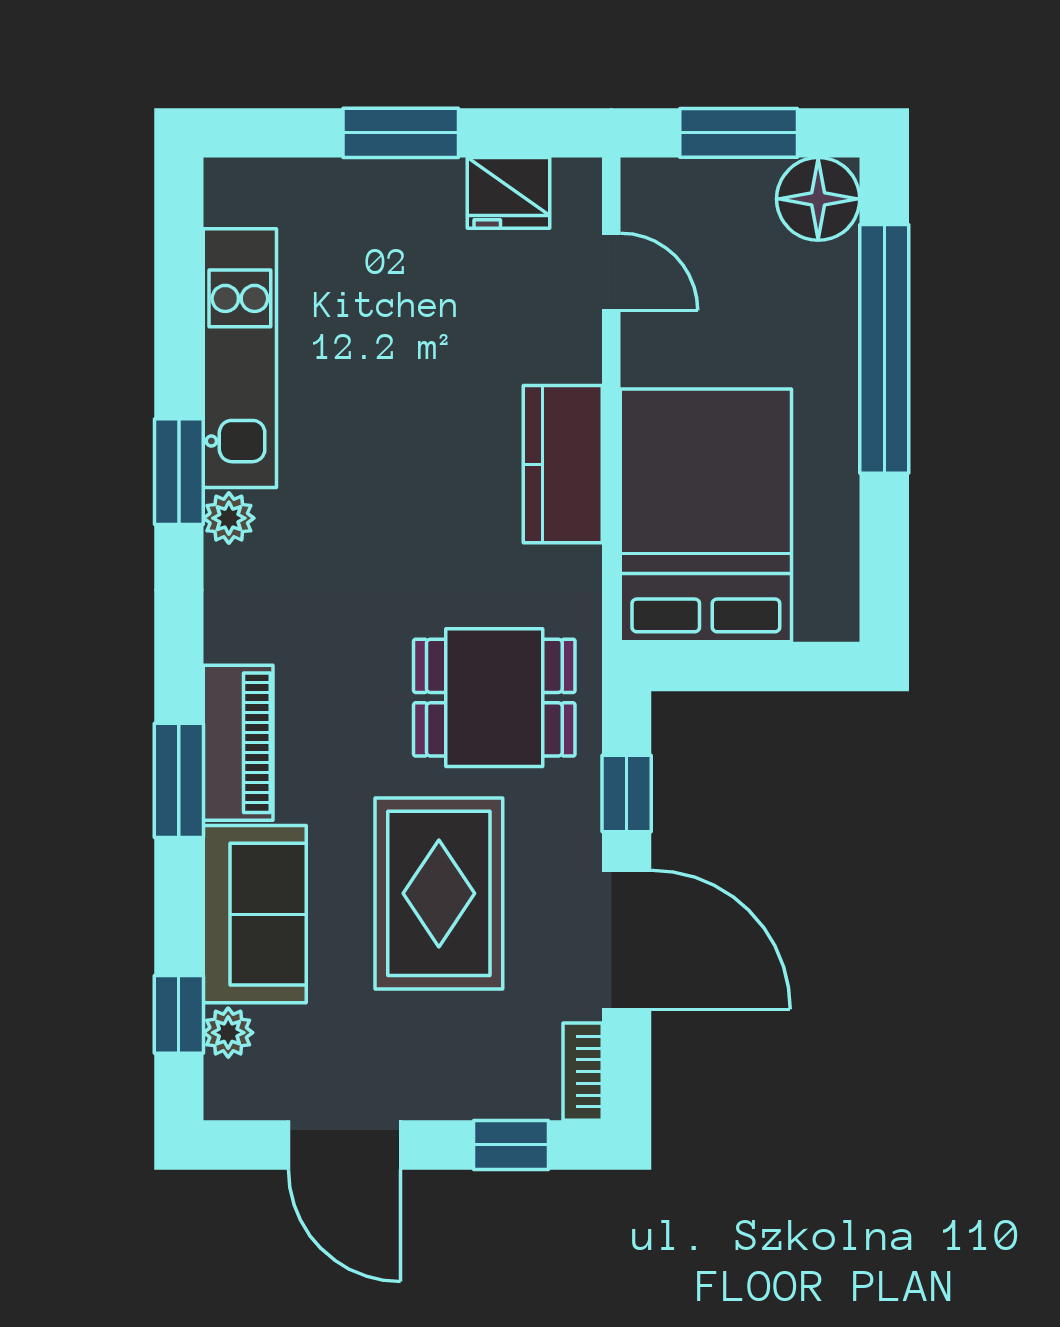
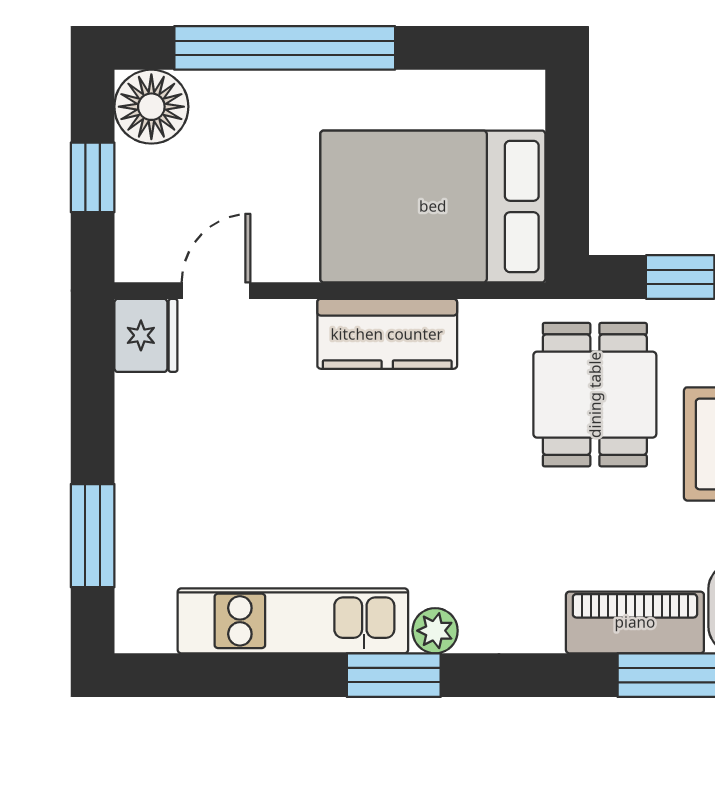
window: (401, 133) -> (93, 536), moved
window: (739, 133) -> (93, 177), width x0.67
fridge: (509, 193) -> (146, 335), moved

